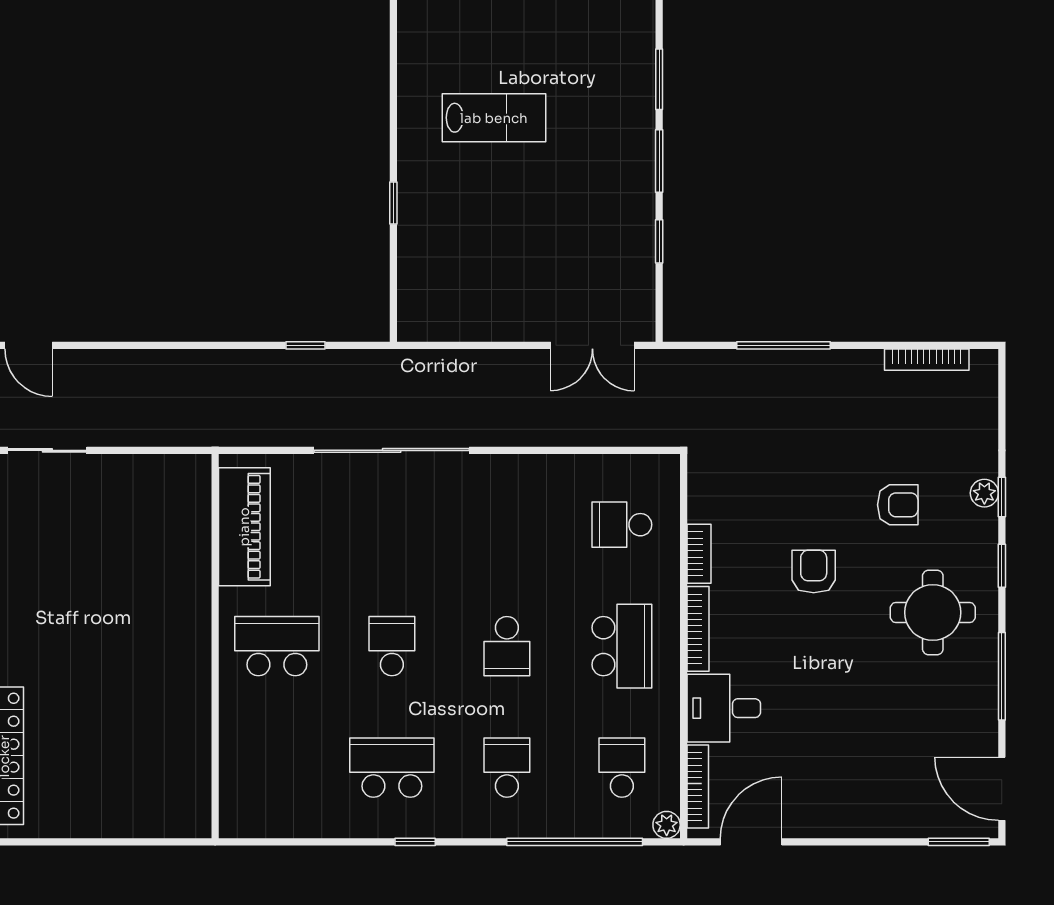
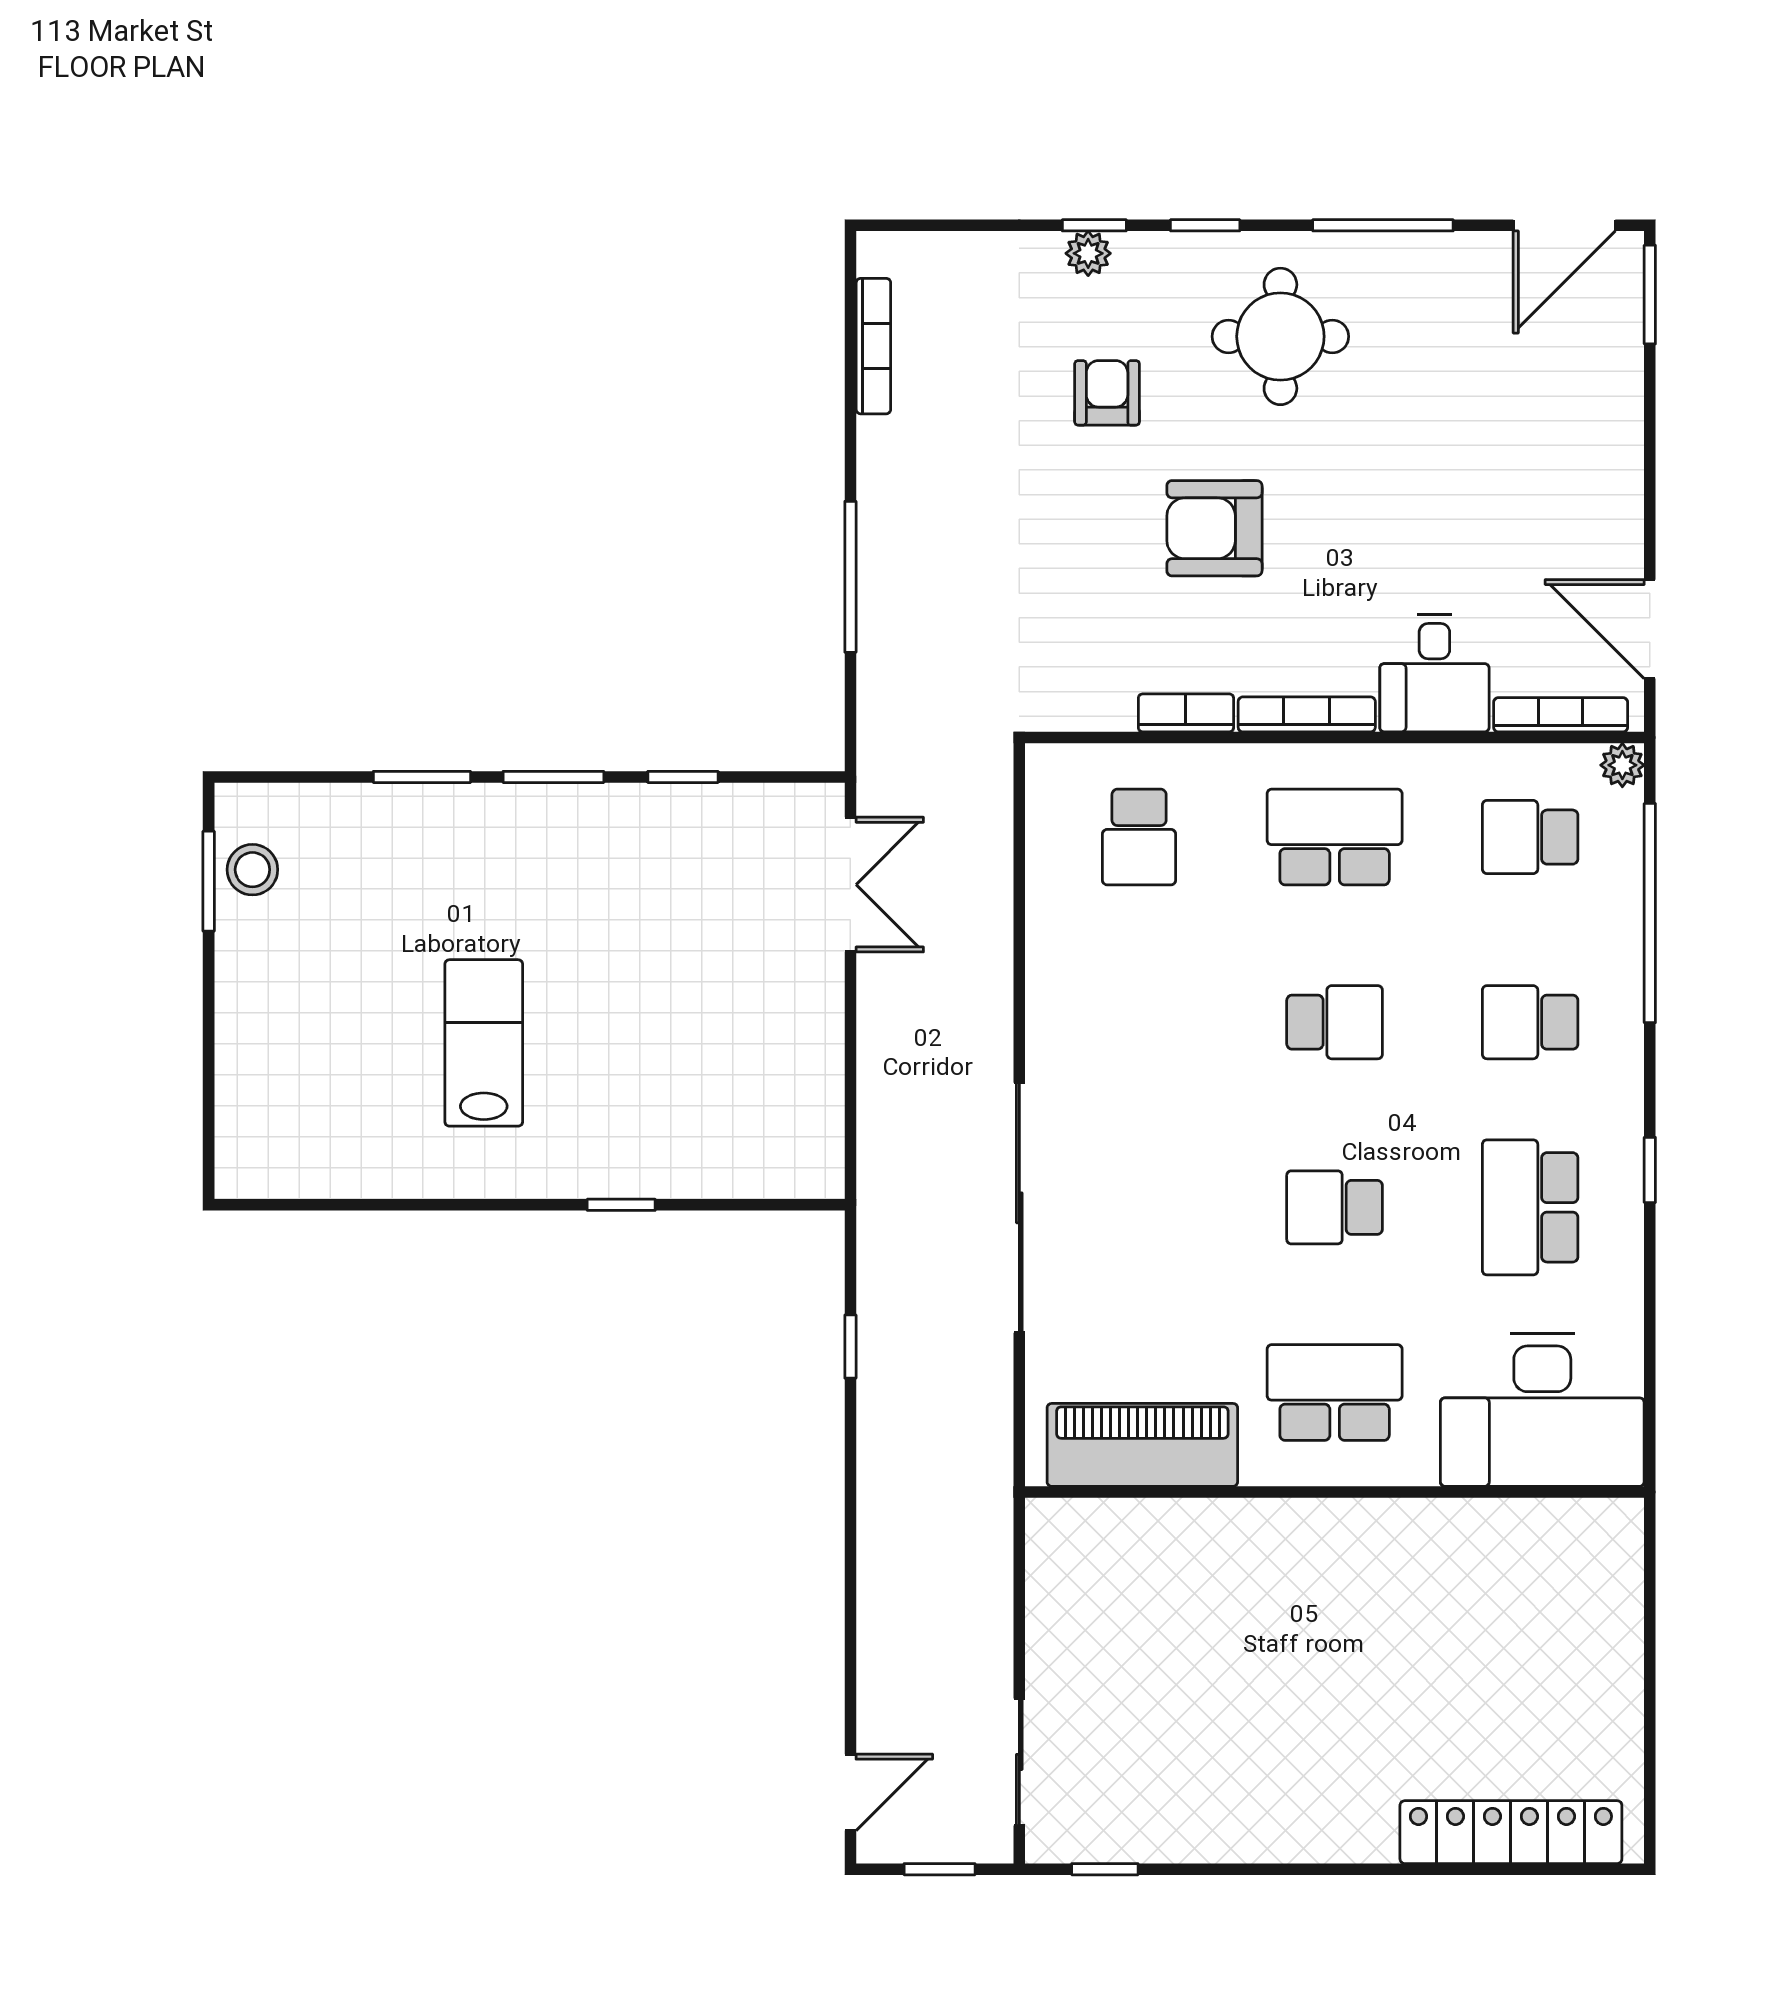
armchair: (814, 572) -> (1214, 528), width x1.38, depth x1.38
school desk: (277, 646) -> (1335, 1393), turned 90
desk: (266, 775) -> (1542, 1410), added

